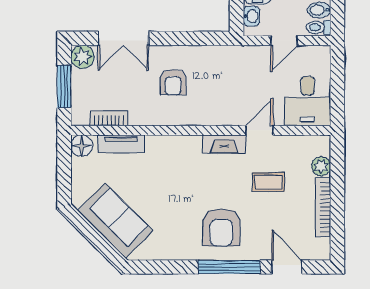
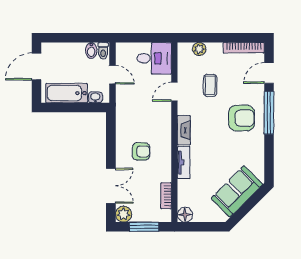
door: (259, 130) -> (174, 92), hinge flipped
tv unit: (121, 144) -> (184, 163), moved
fireplace: (224, 144) -> (184, 130), moved
bookcase: (323, 207) -> (244, 48), moved

